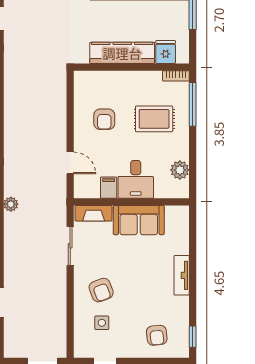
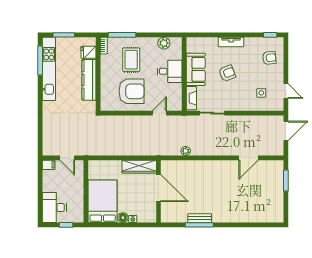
armchair: (104, 119) -> (131, 91), width x1.88, depth x1.88
filing cabinet: (109, 188) -> (175, 89), removed
armchair: (101, 290) -> (227, 73), moved

